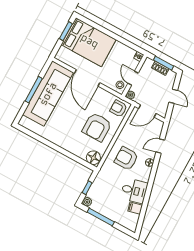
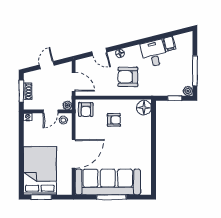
armchair: (97, 127) -> (114, 120), width x0.53, depth x0.53
armchair: (126, 158) -> (128, 77), turned 90

